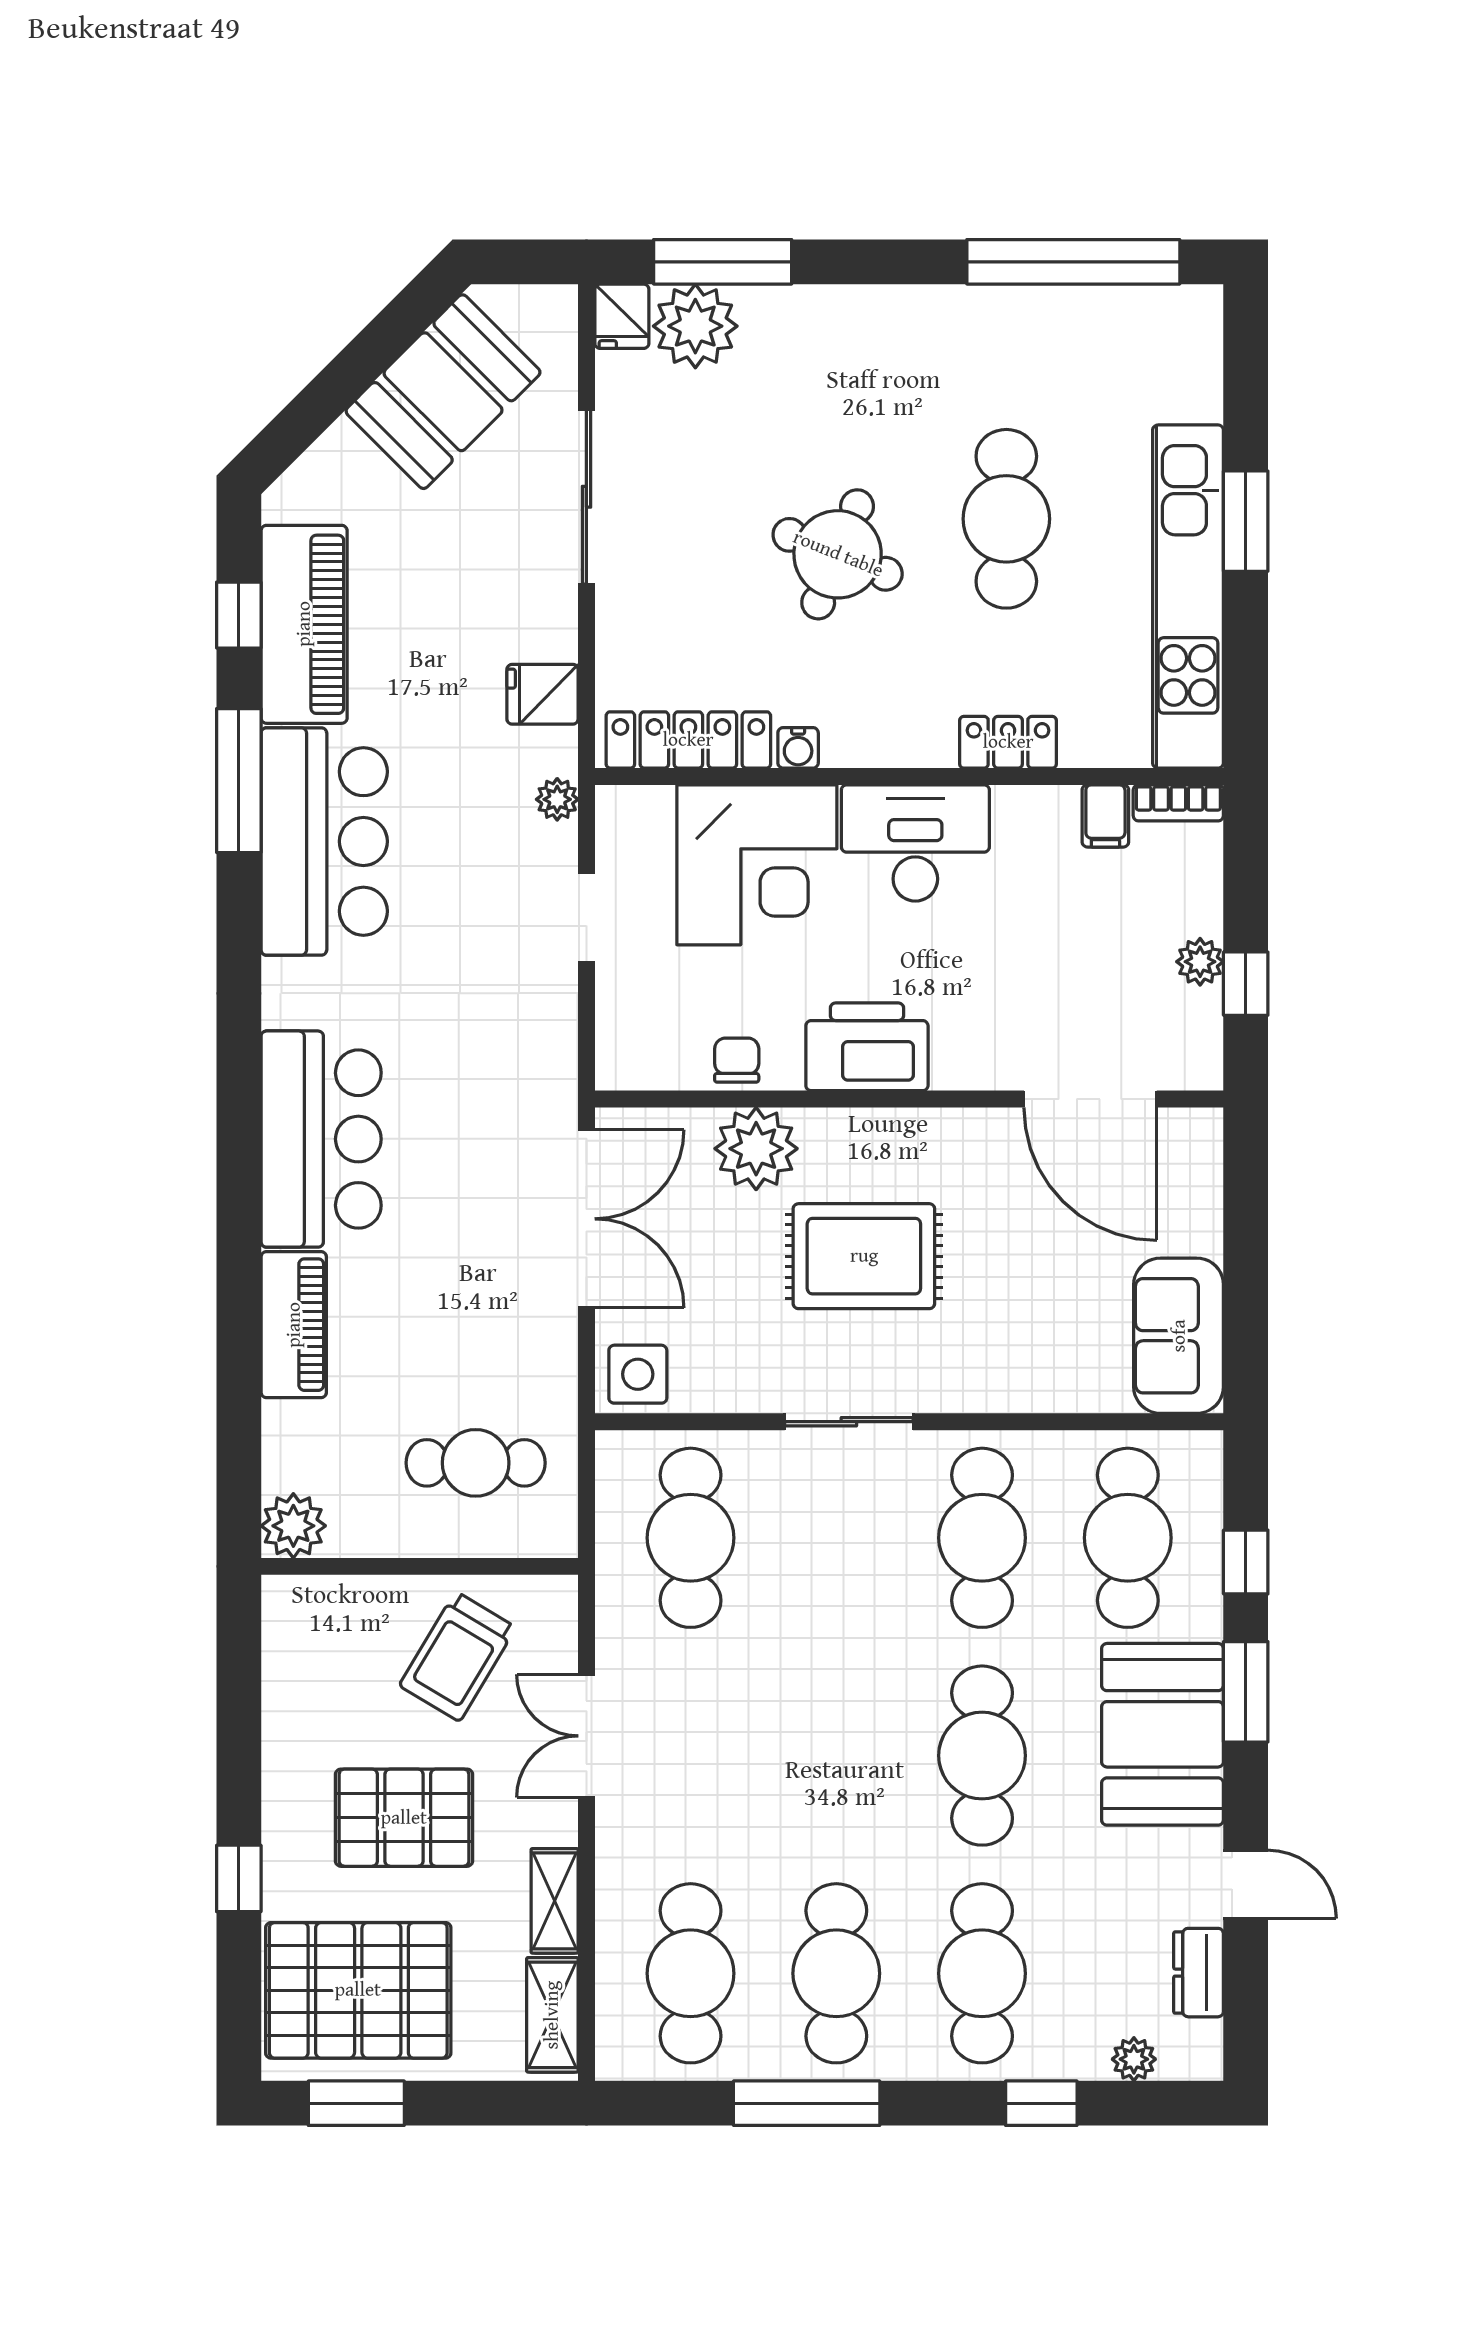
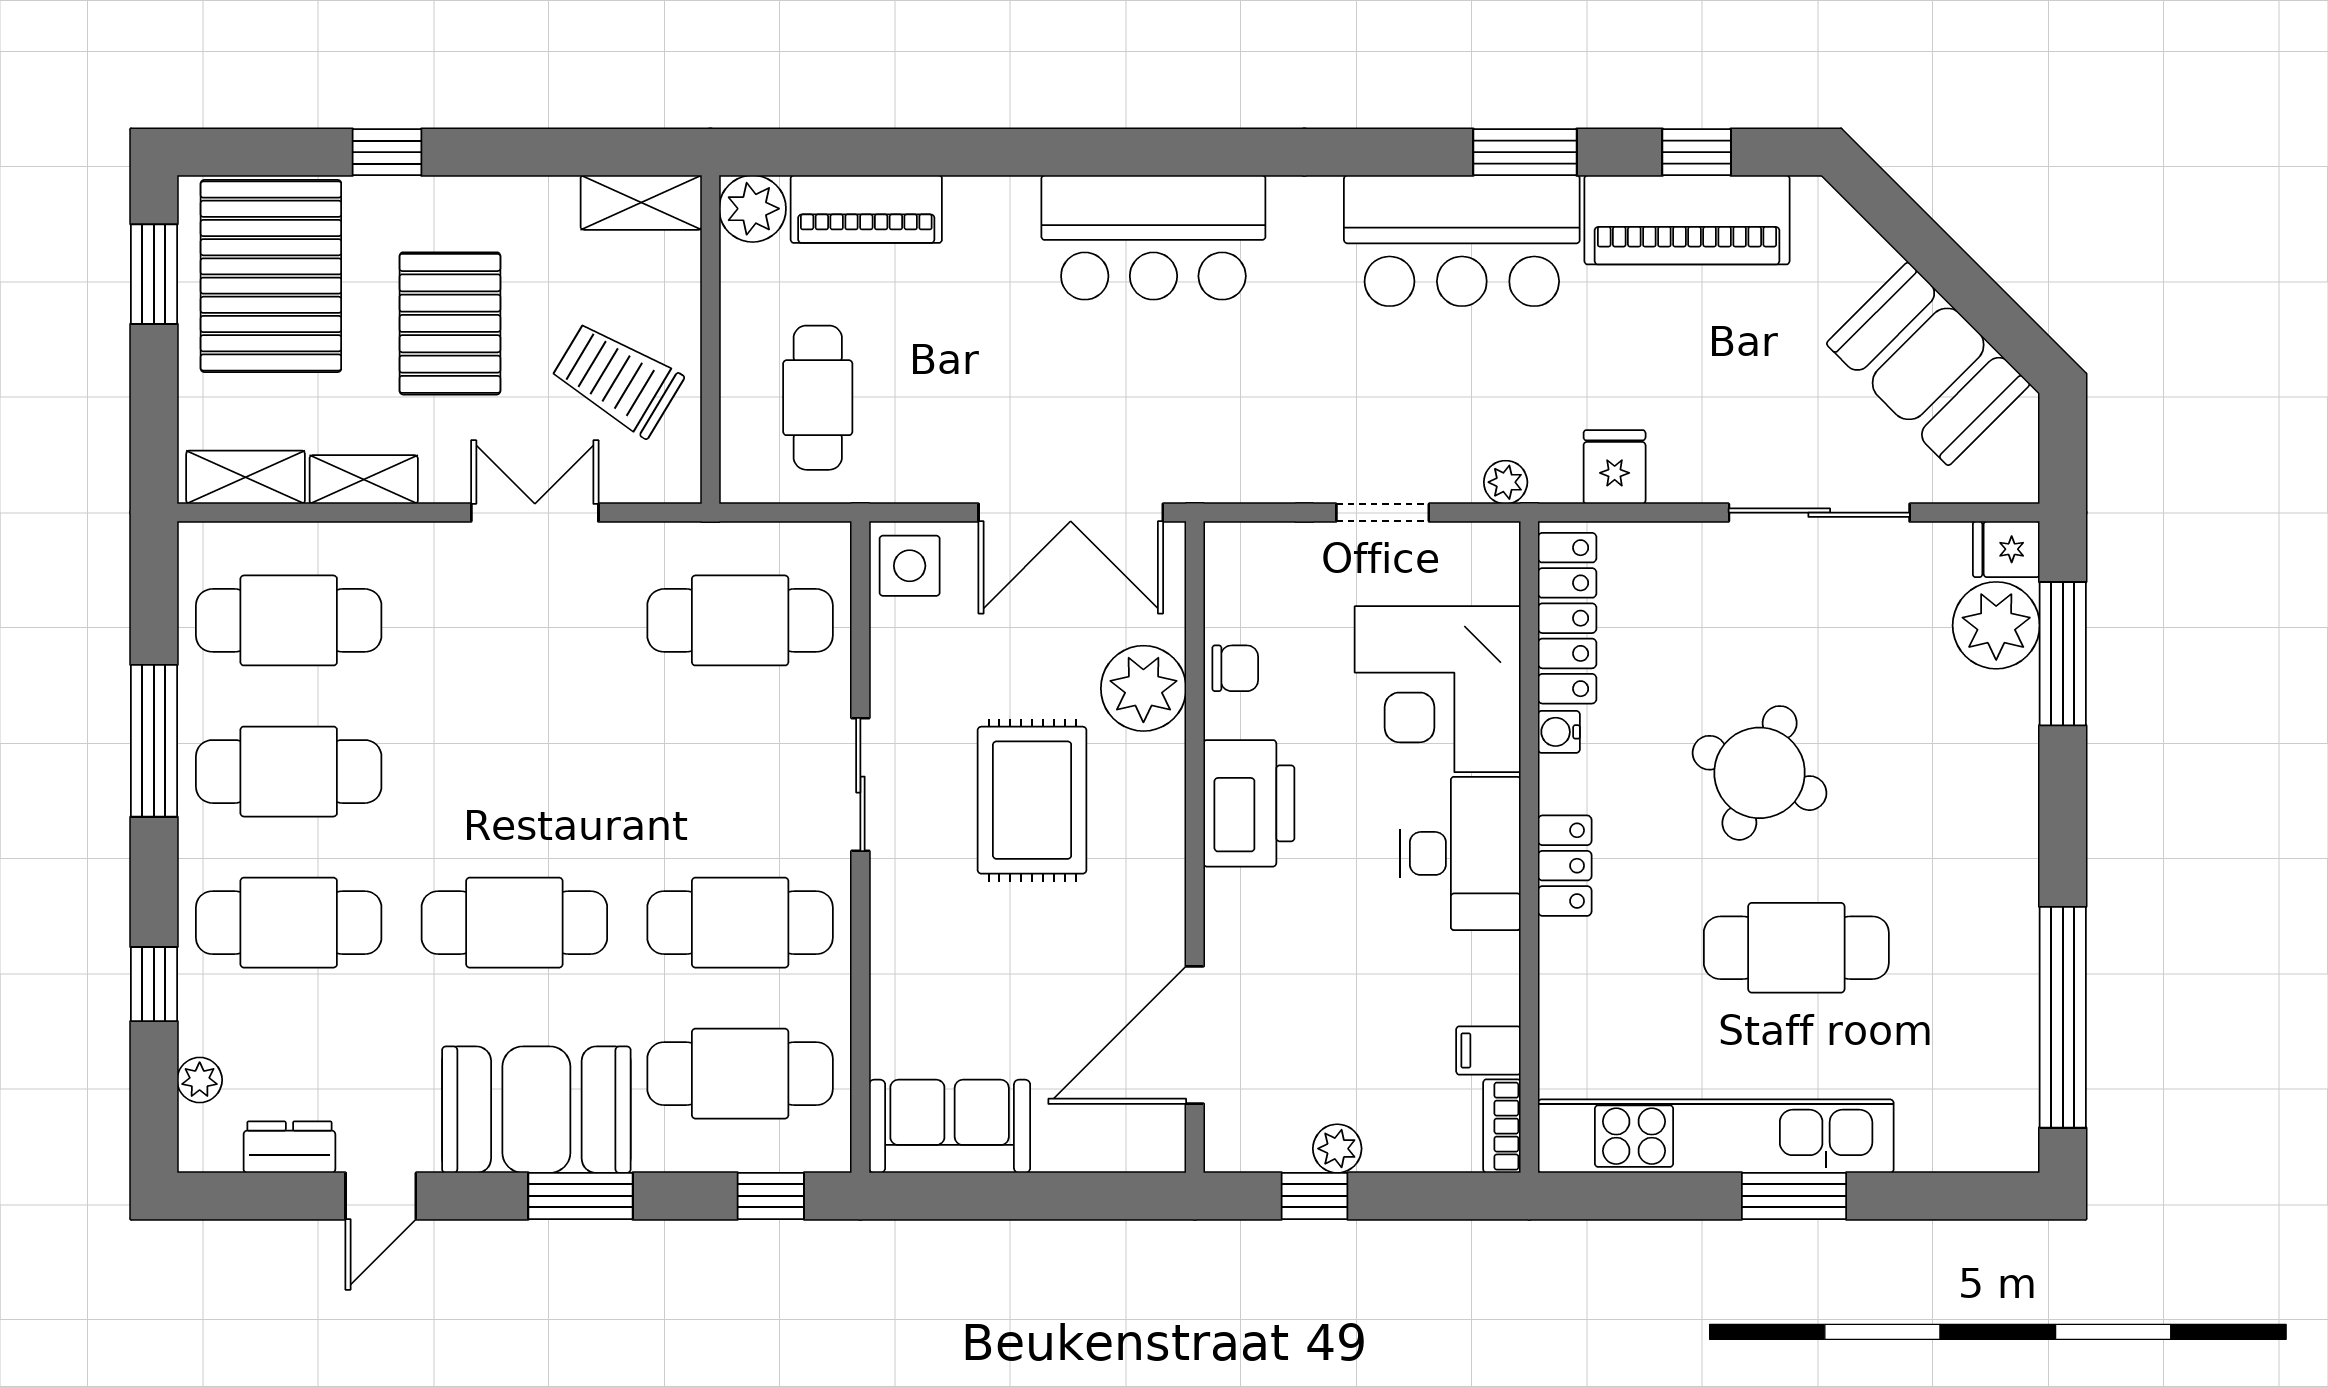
locker: (1008, 742) -> (1565, 866), moved
window: (239, 781) -> (1525, 152), width x0.69
piano: (294, 1325) -> (866, 209), moved
window: (1246, 1562) -> (771, 1196), moved
shelving: (287, 1633) -> (641, 203), added

